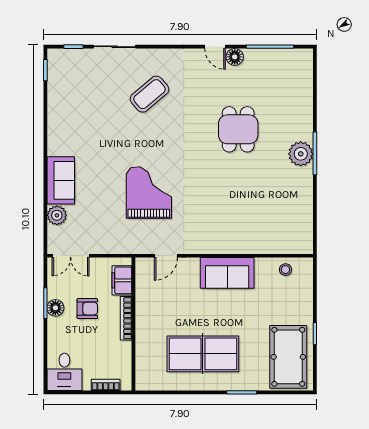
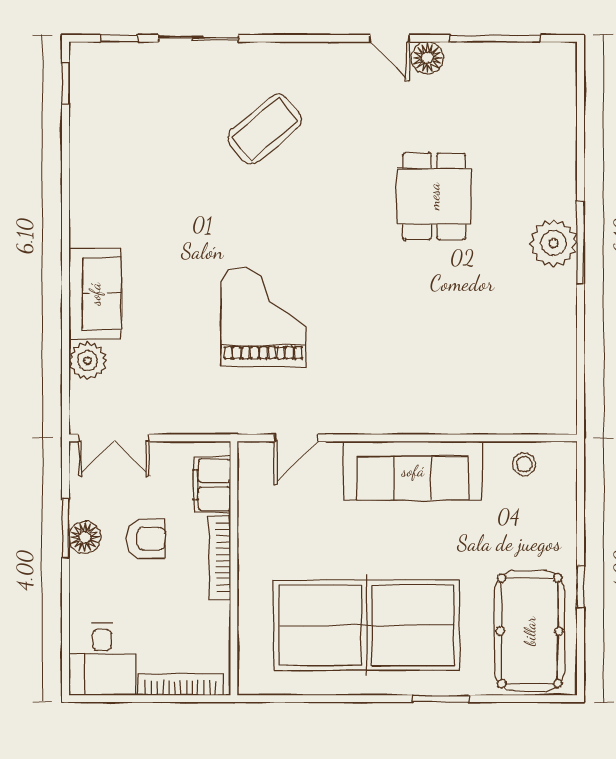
sofa: (227, 273) -> (413, 471), width x1.36
table tennis table: (203, 354) -> (367, 625), width x1.36, depth x1.32
bookcase: (106, 385) -> (181, 684), width x1.56

